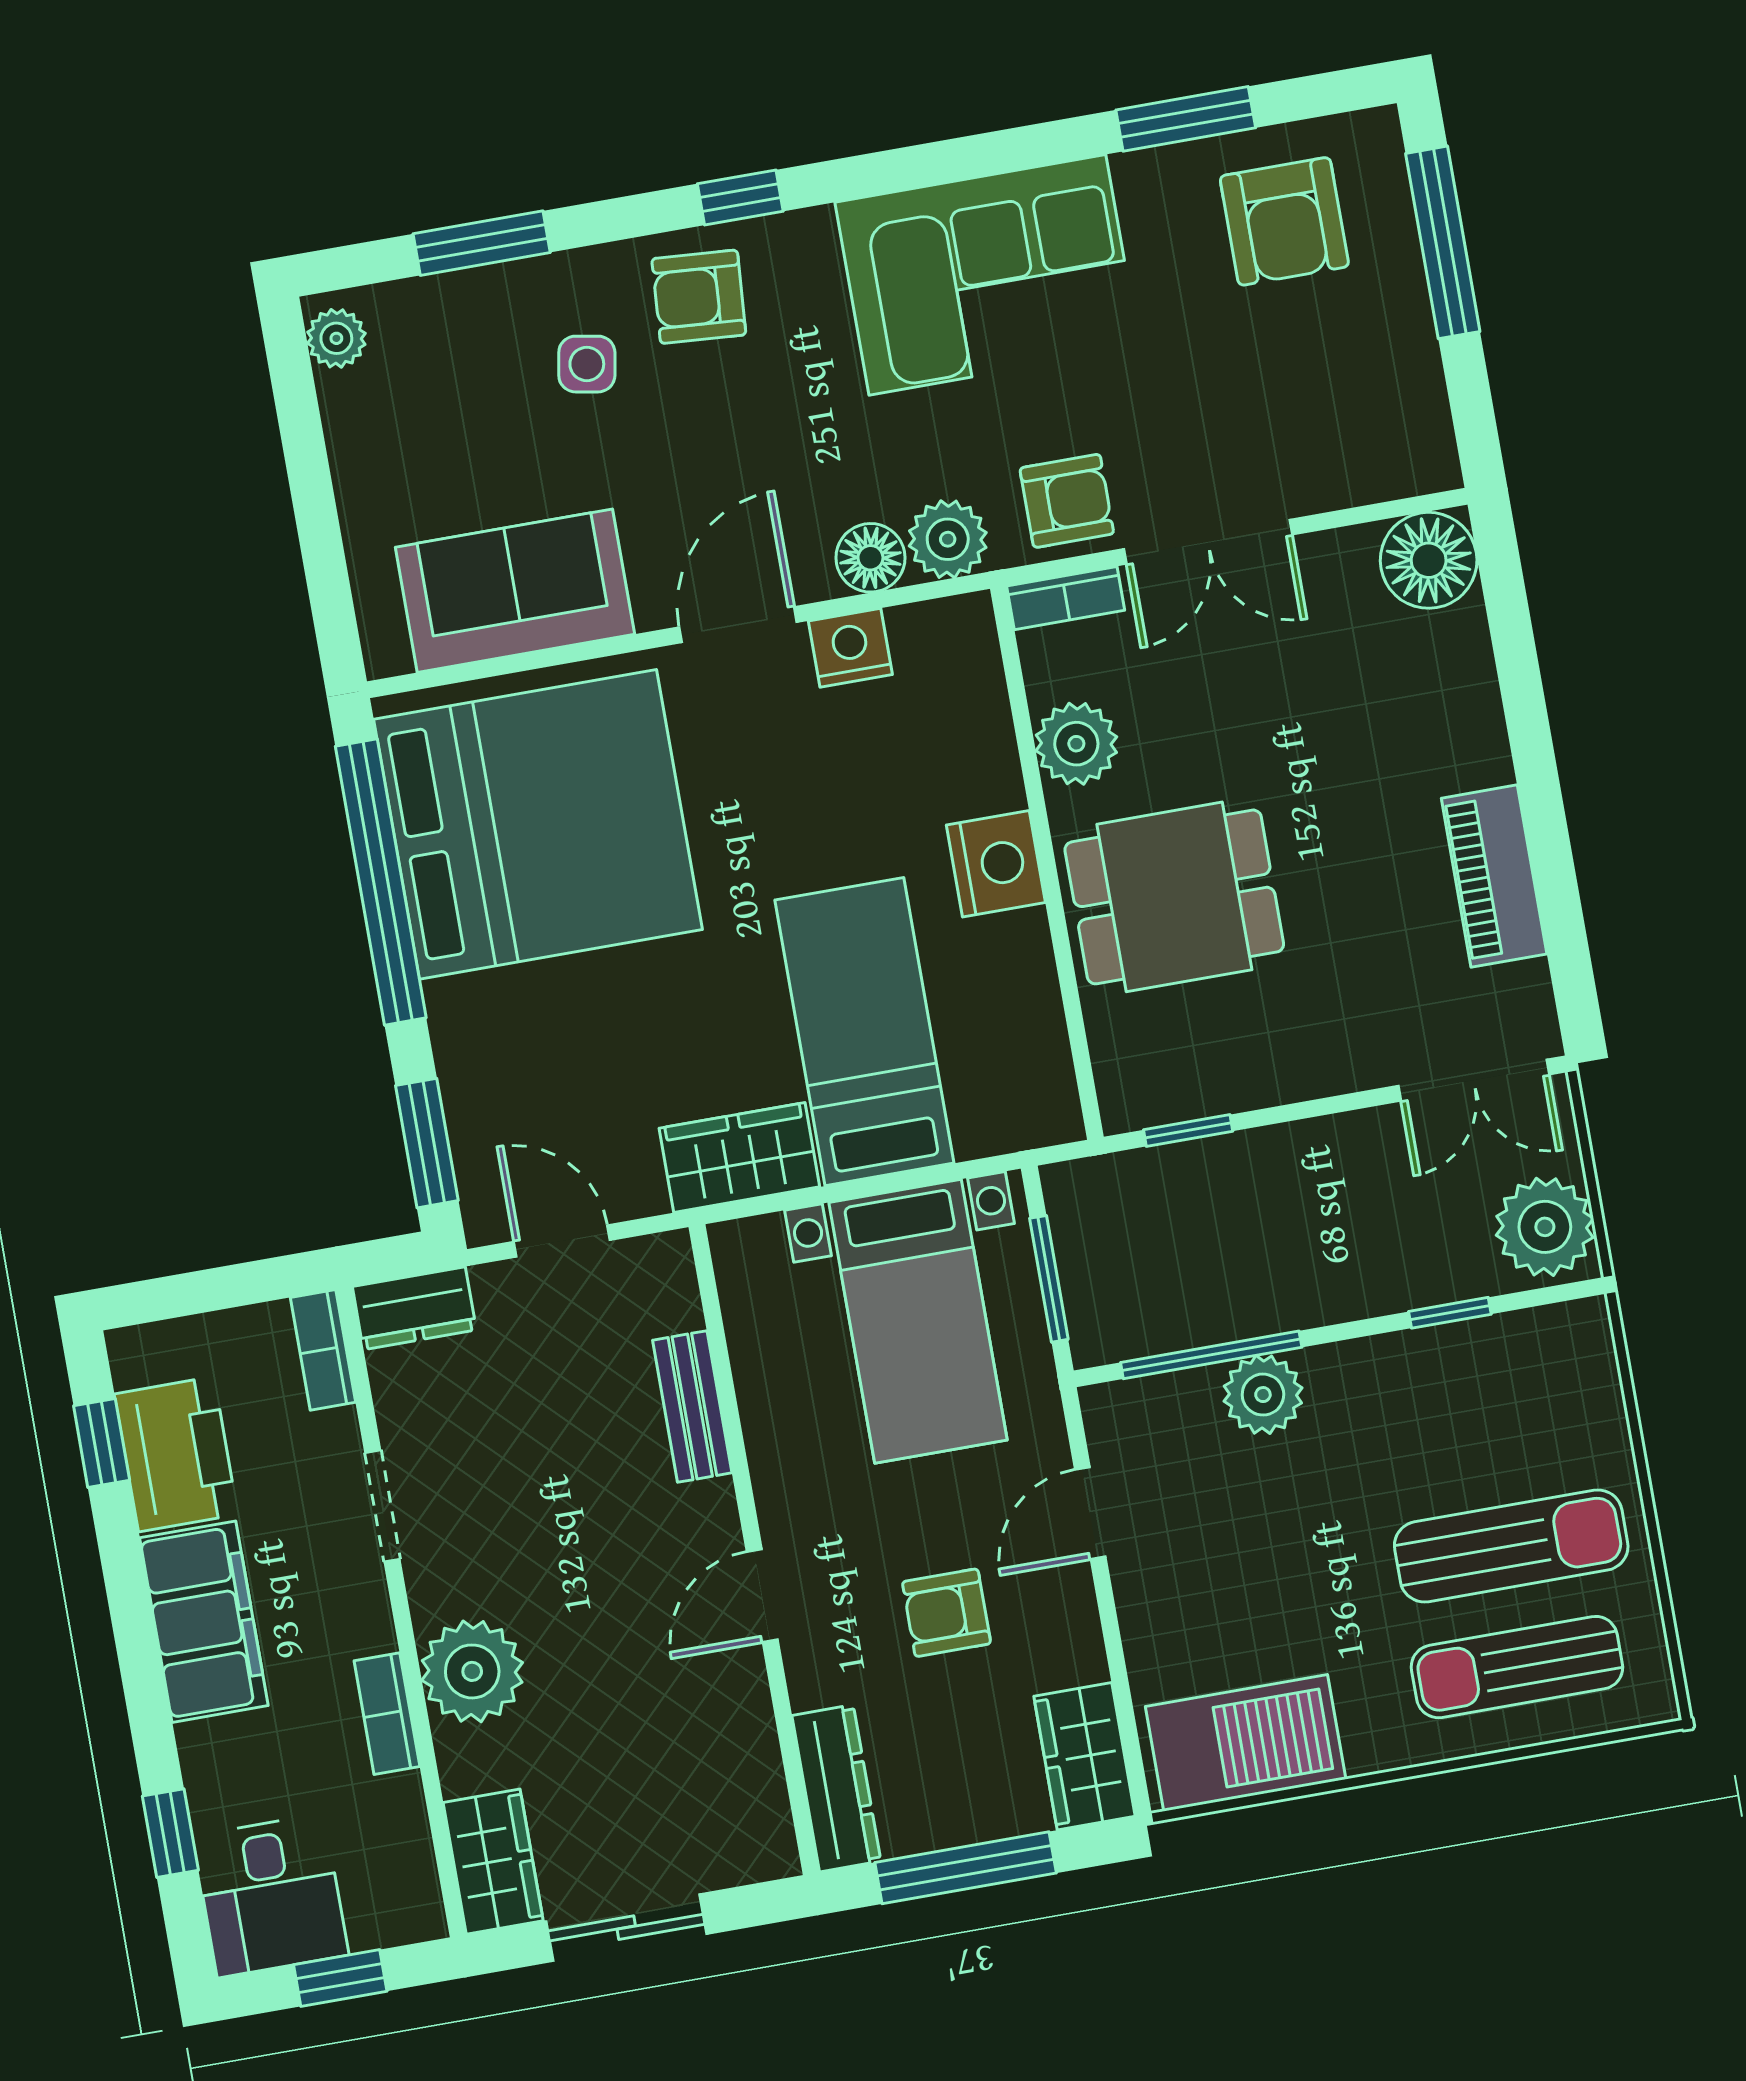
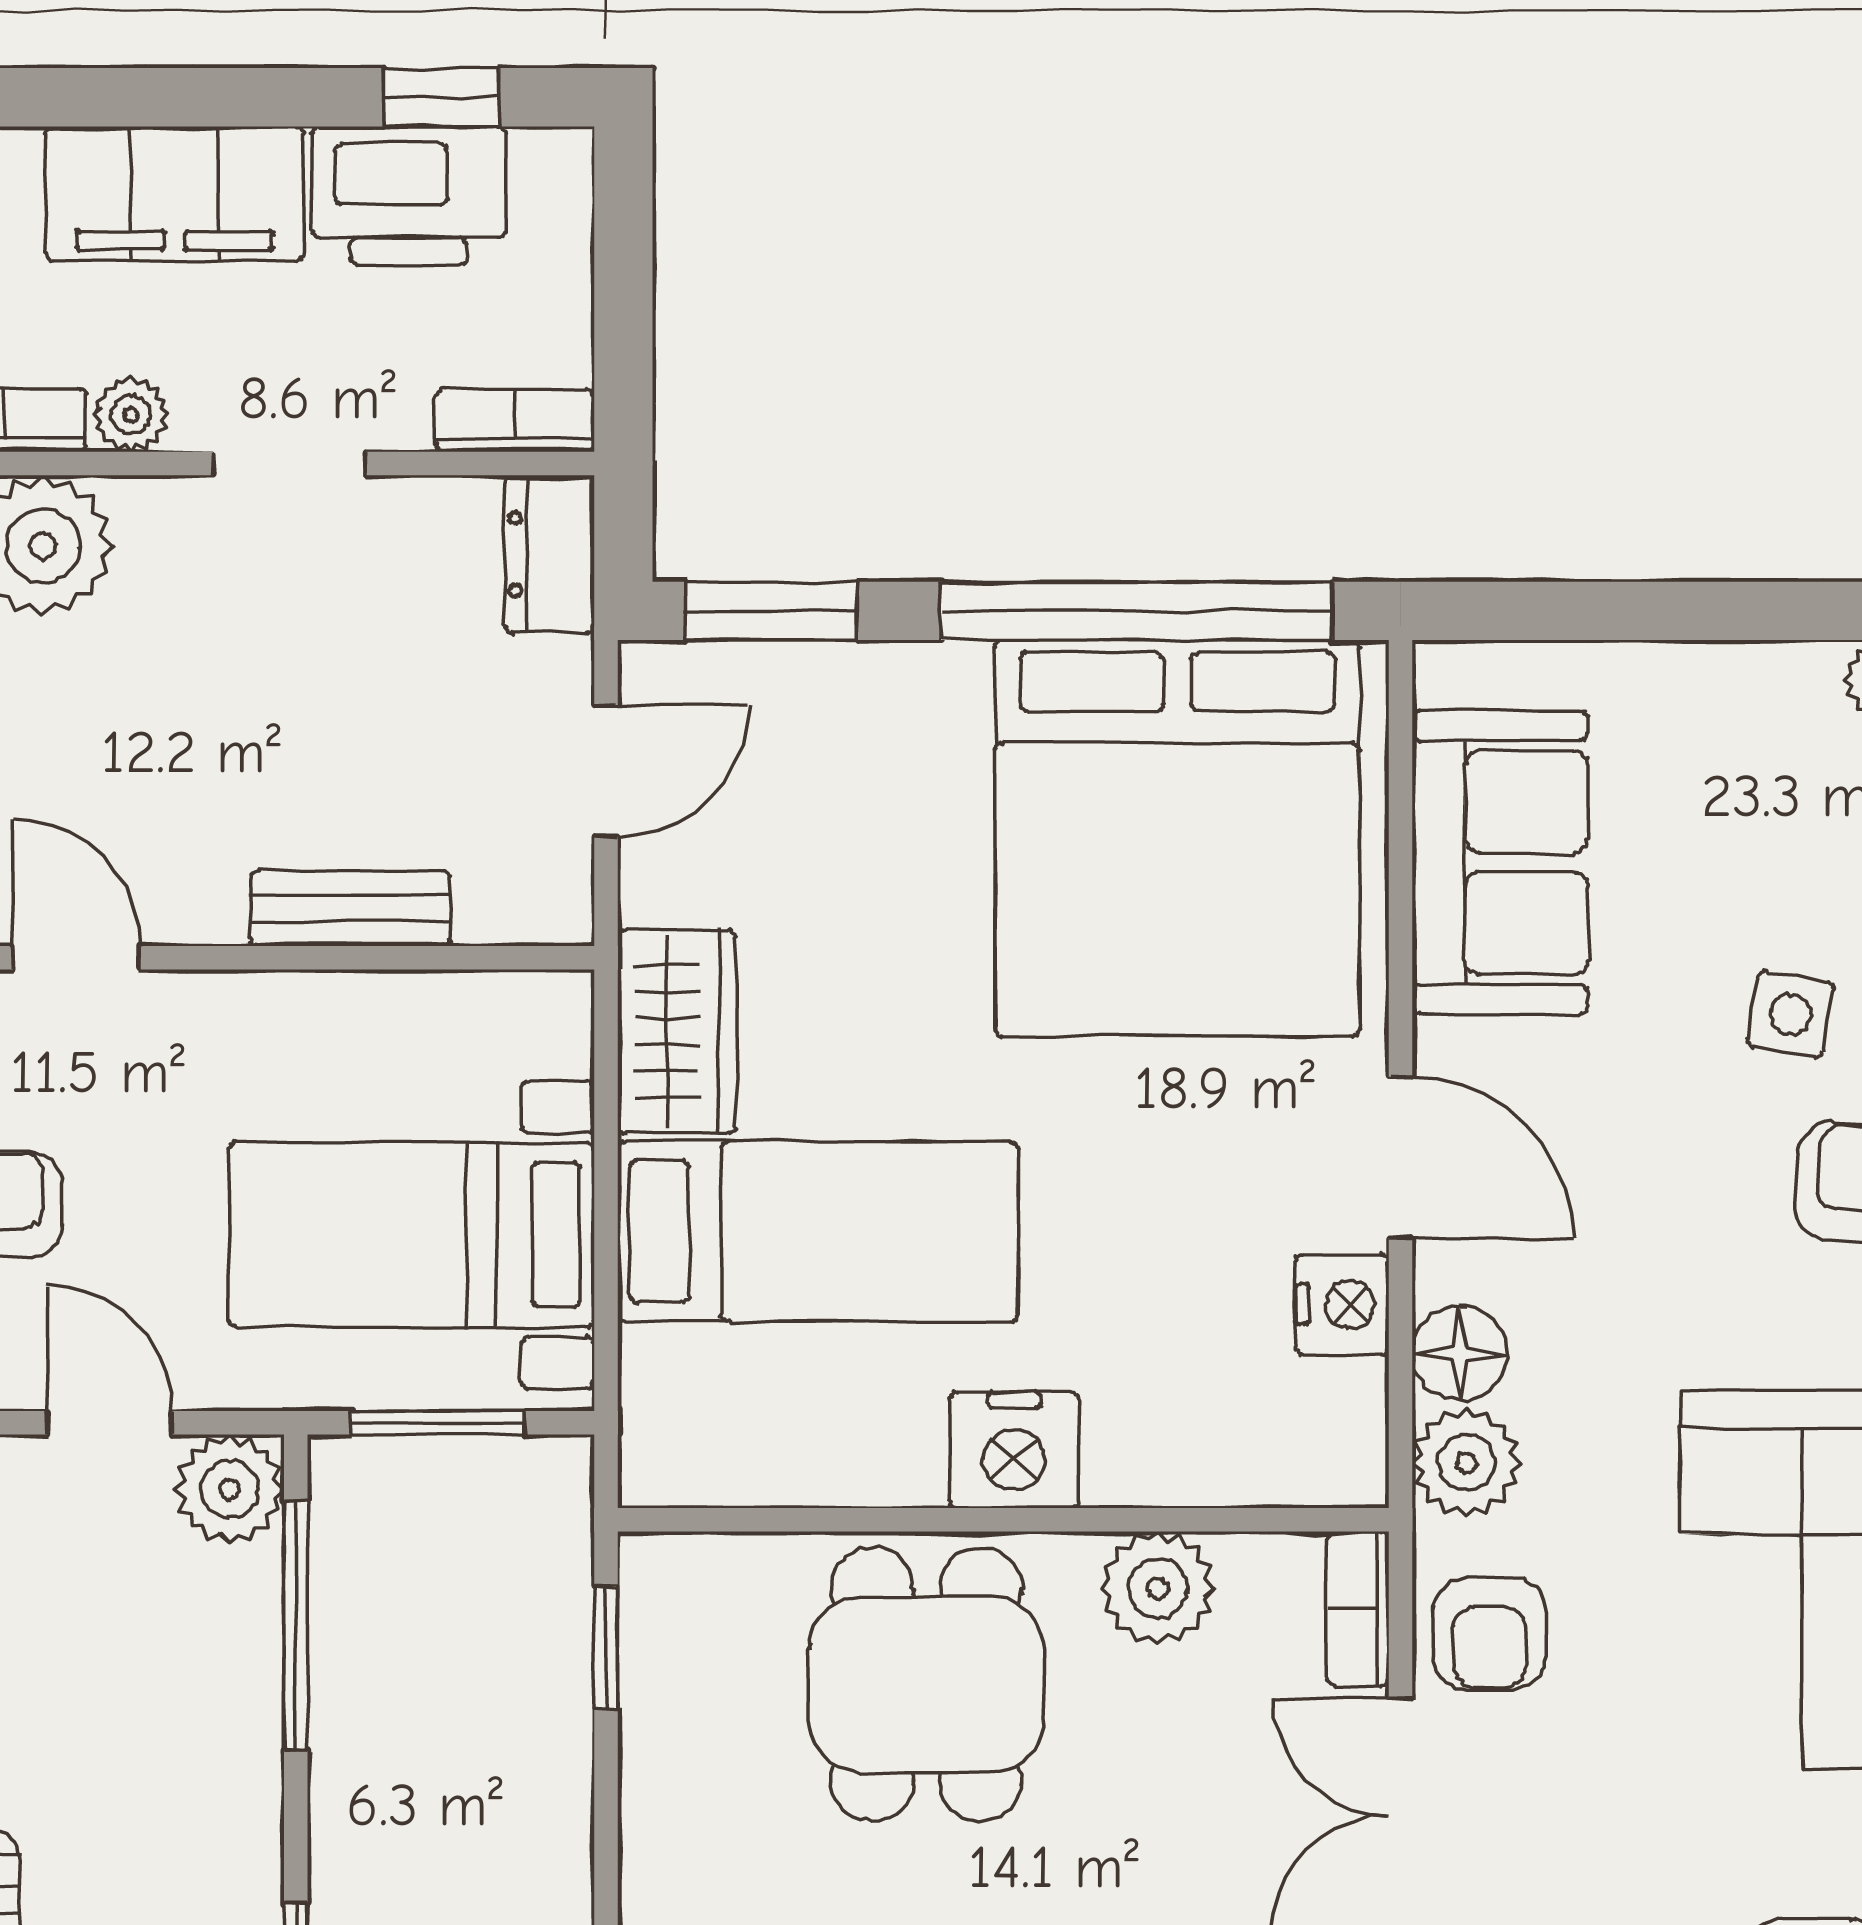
plant: (1263, 1395) -> (230, 1489), moved
plant: (367, 1625) -> (131, 415), added

